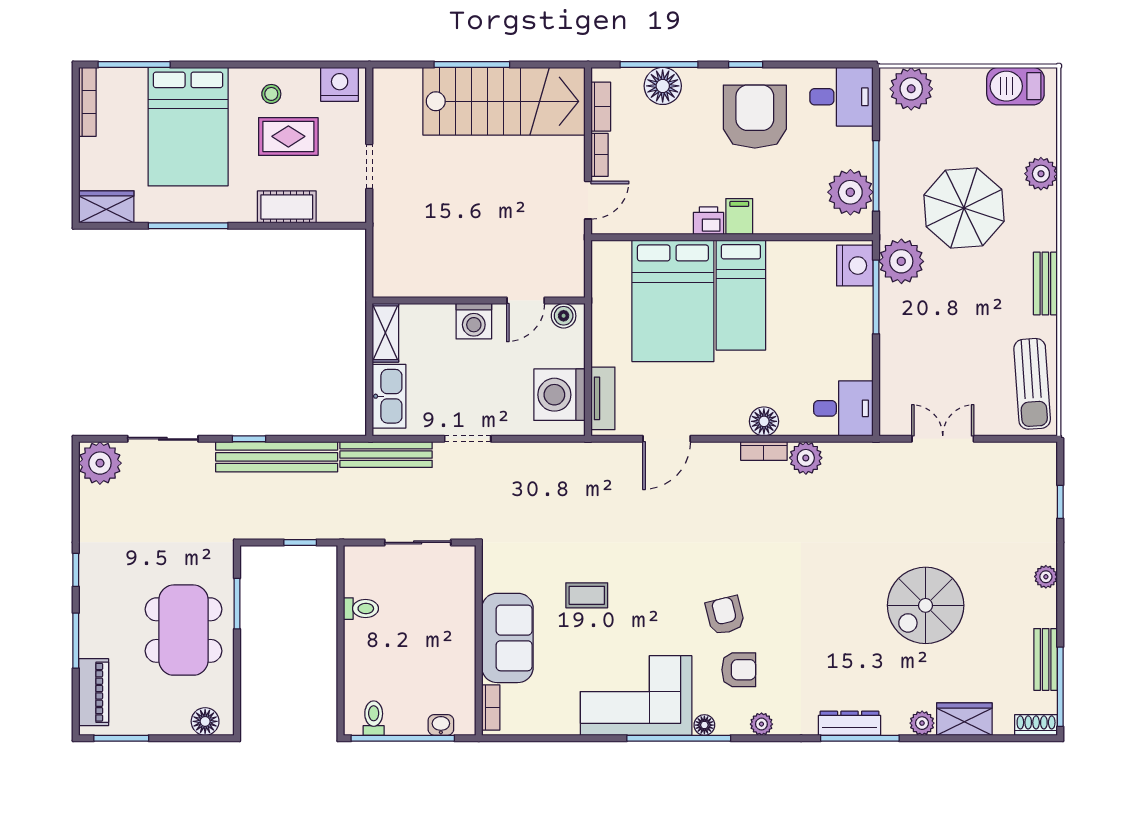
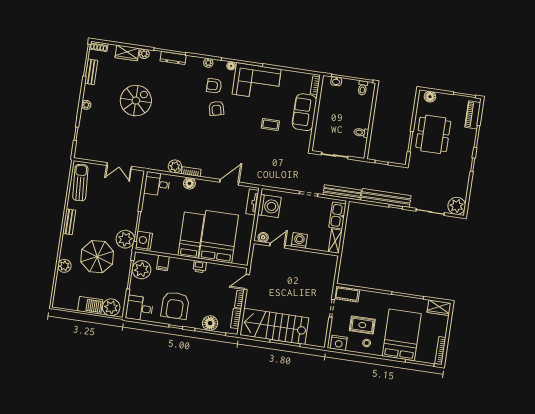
barbecue: (1015, 86) -> (90, 305), moved
cot: (287, 207) -> (347, 294), moved
filing cabinet: (739, 216) -> (163, 263), moved

